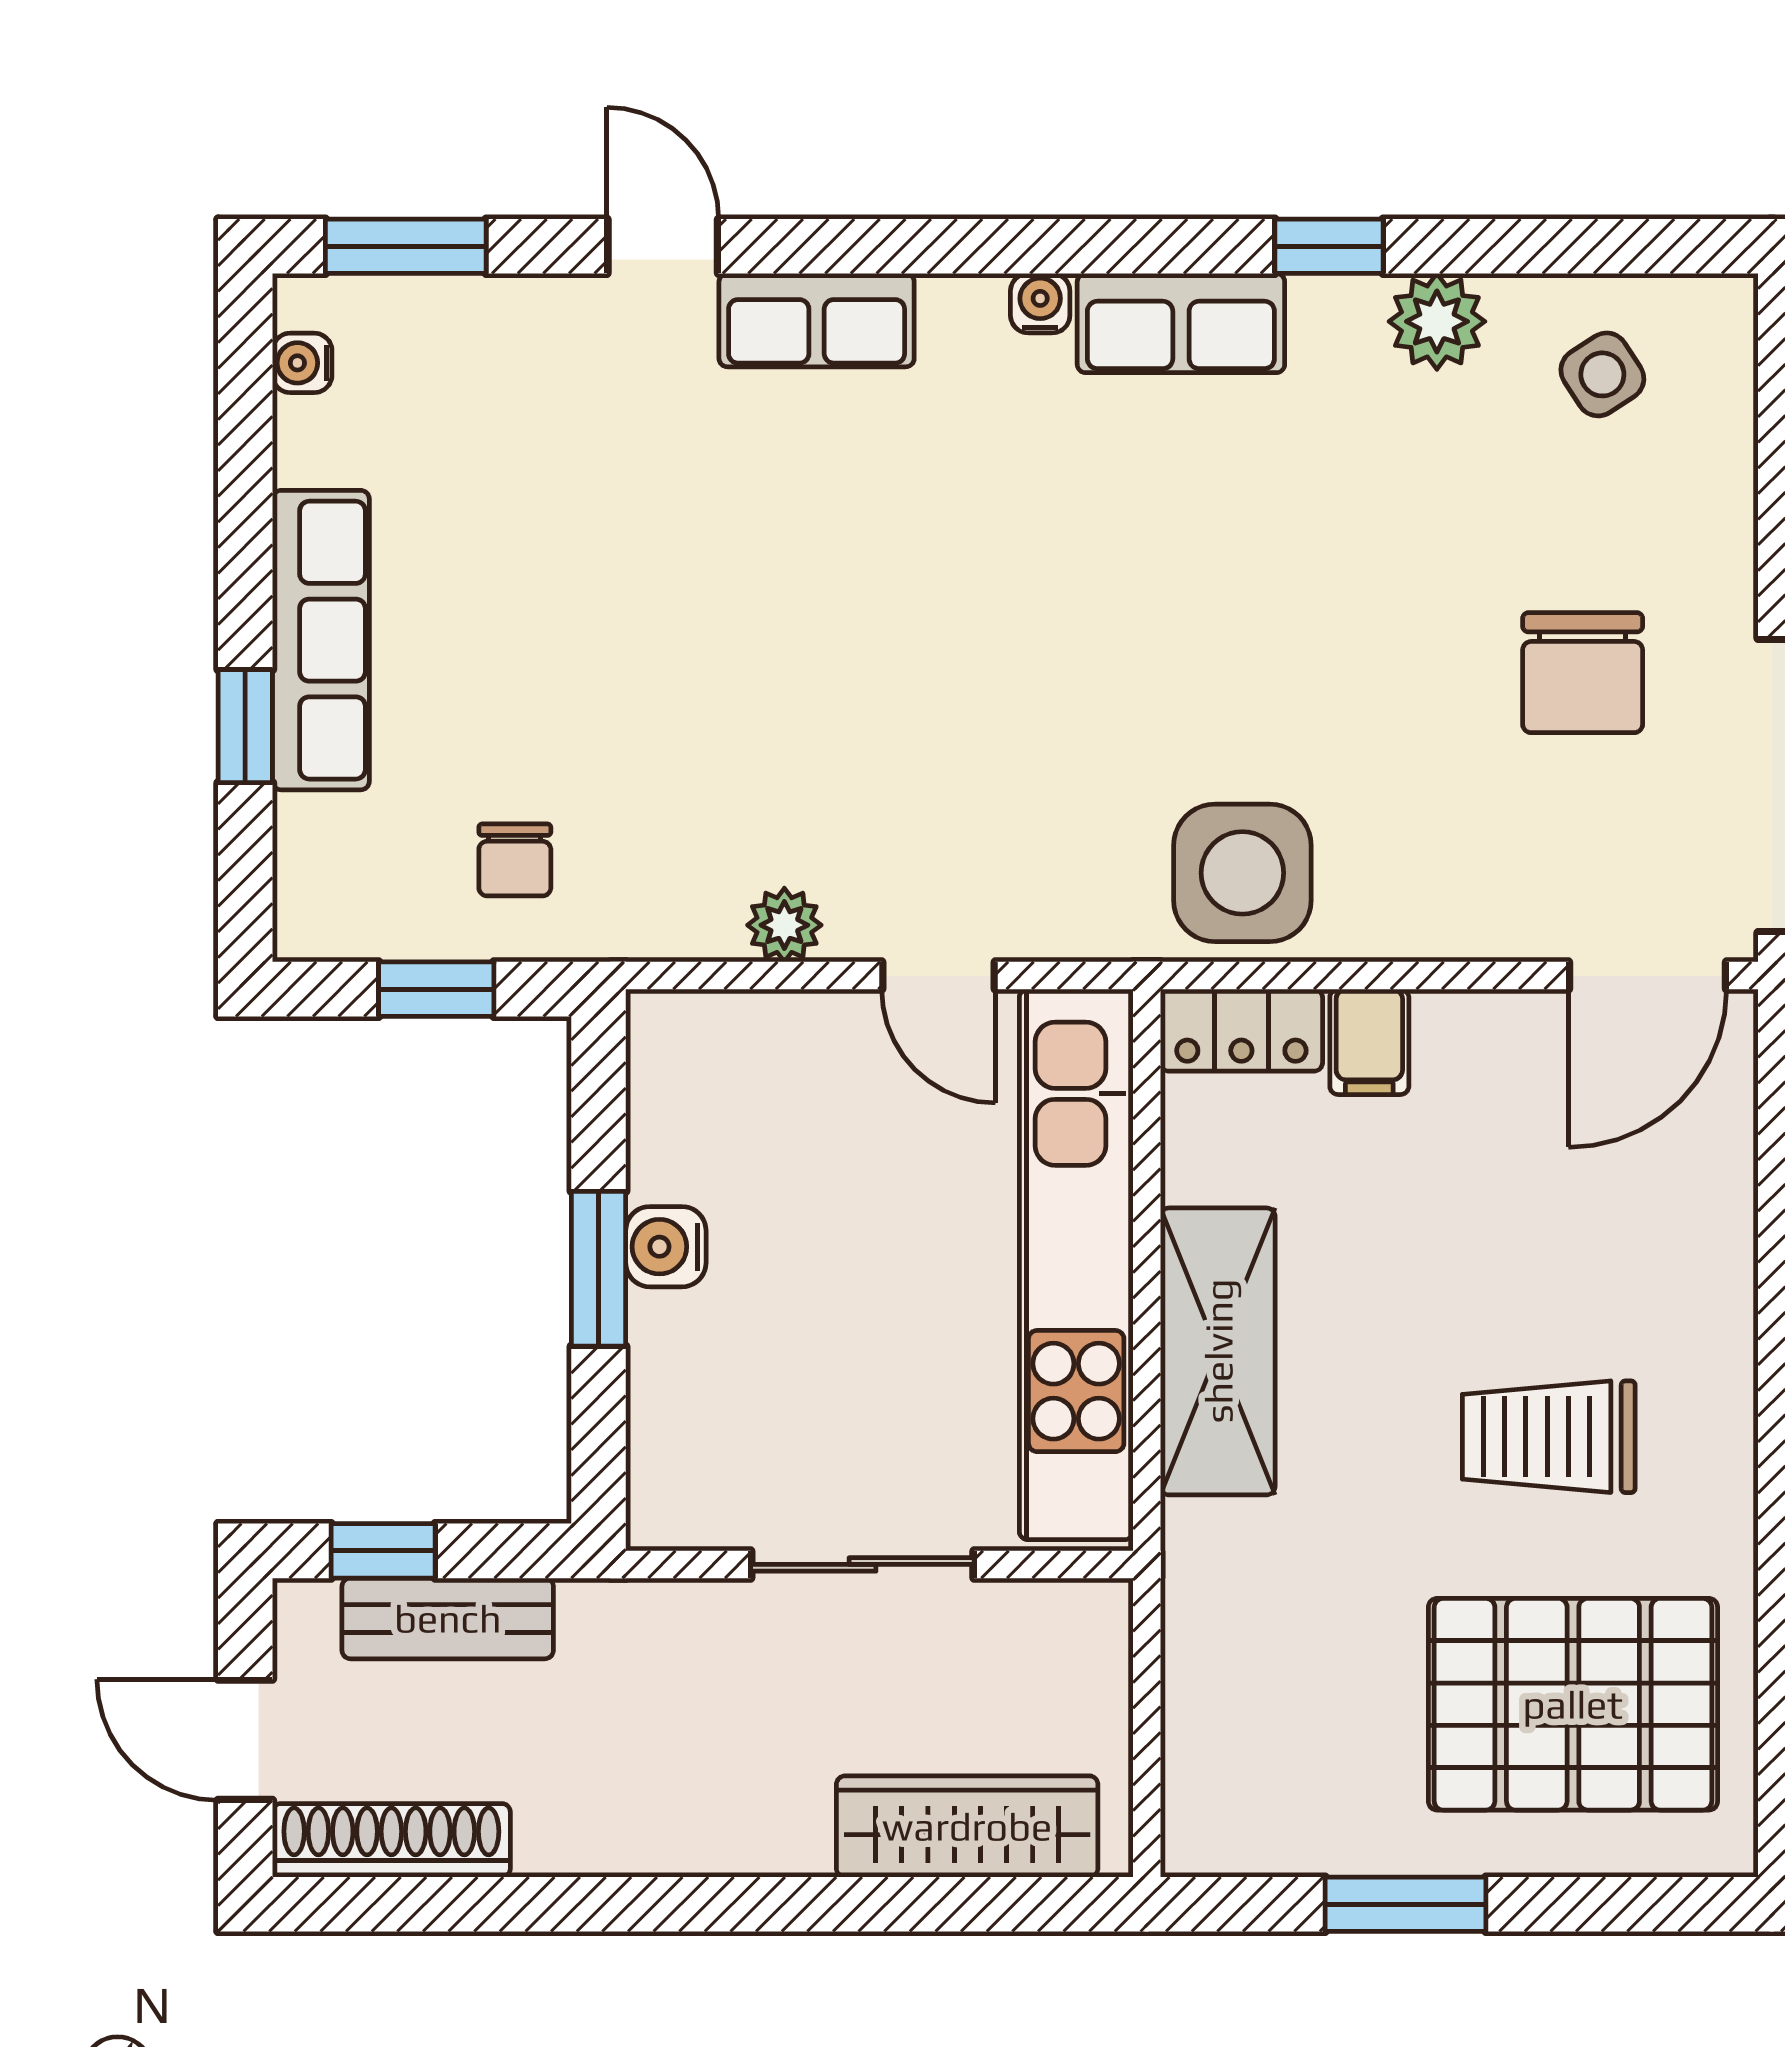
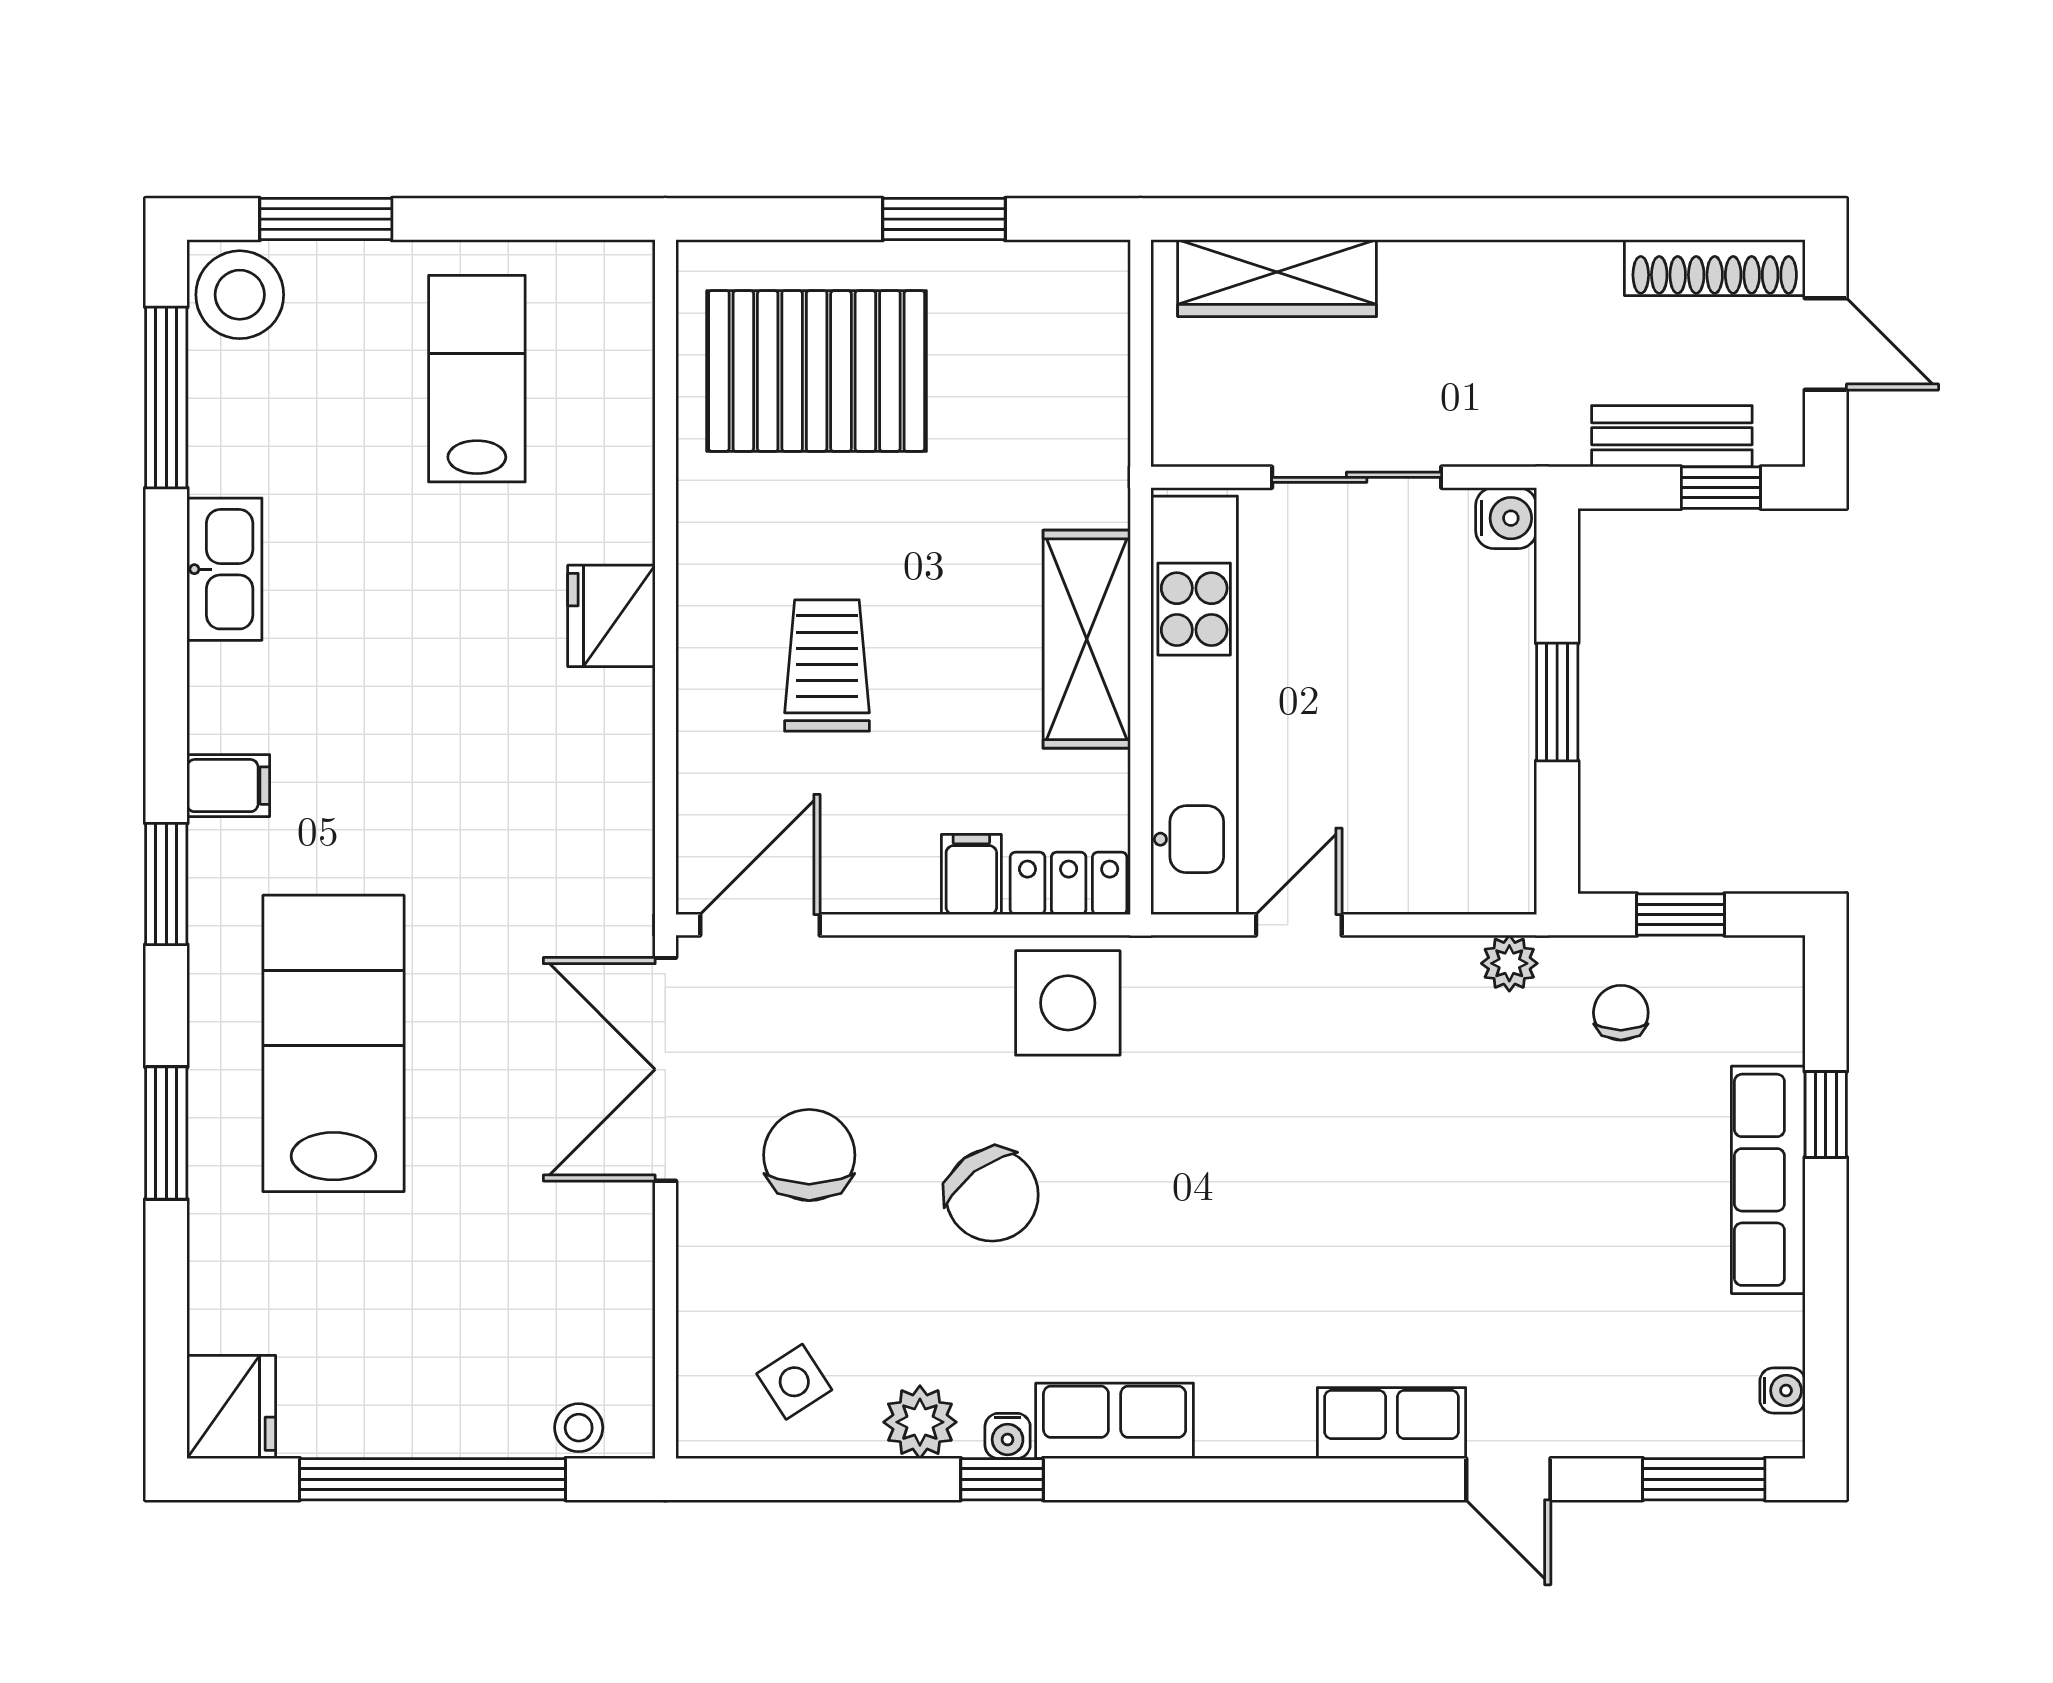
water cooler: (1040, 303) -> (1008, 1436), moved
chair: (1342, 620) -> (992, 1195), added
plant: (784, 925) -> (1509, 963), moved
door: (939, 976) -> (1299, 925), hinge flipped
water cooler: (666, 1247) -> (1506, 518), moved
trolley: (1549, 1437) -> (827, 666), moved, turned -90

